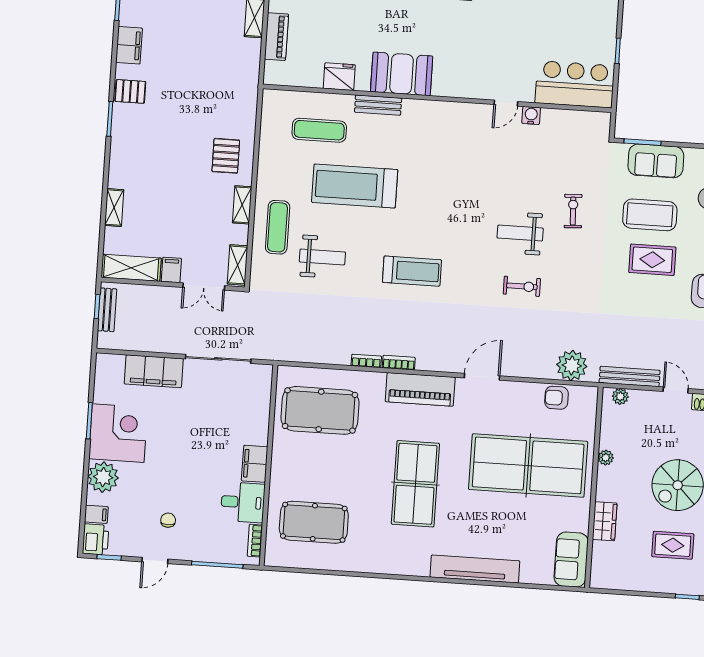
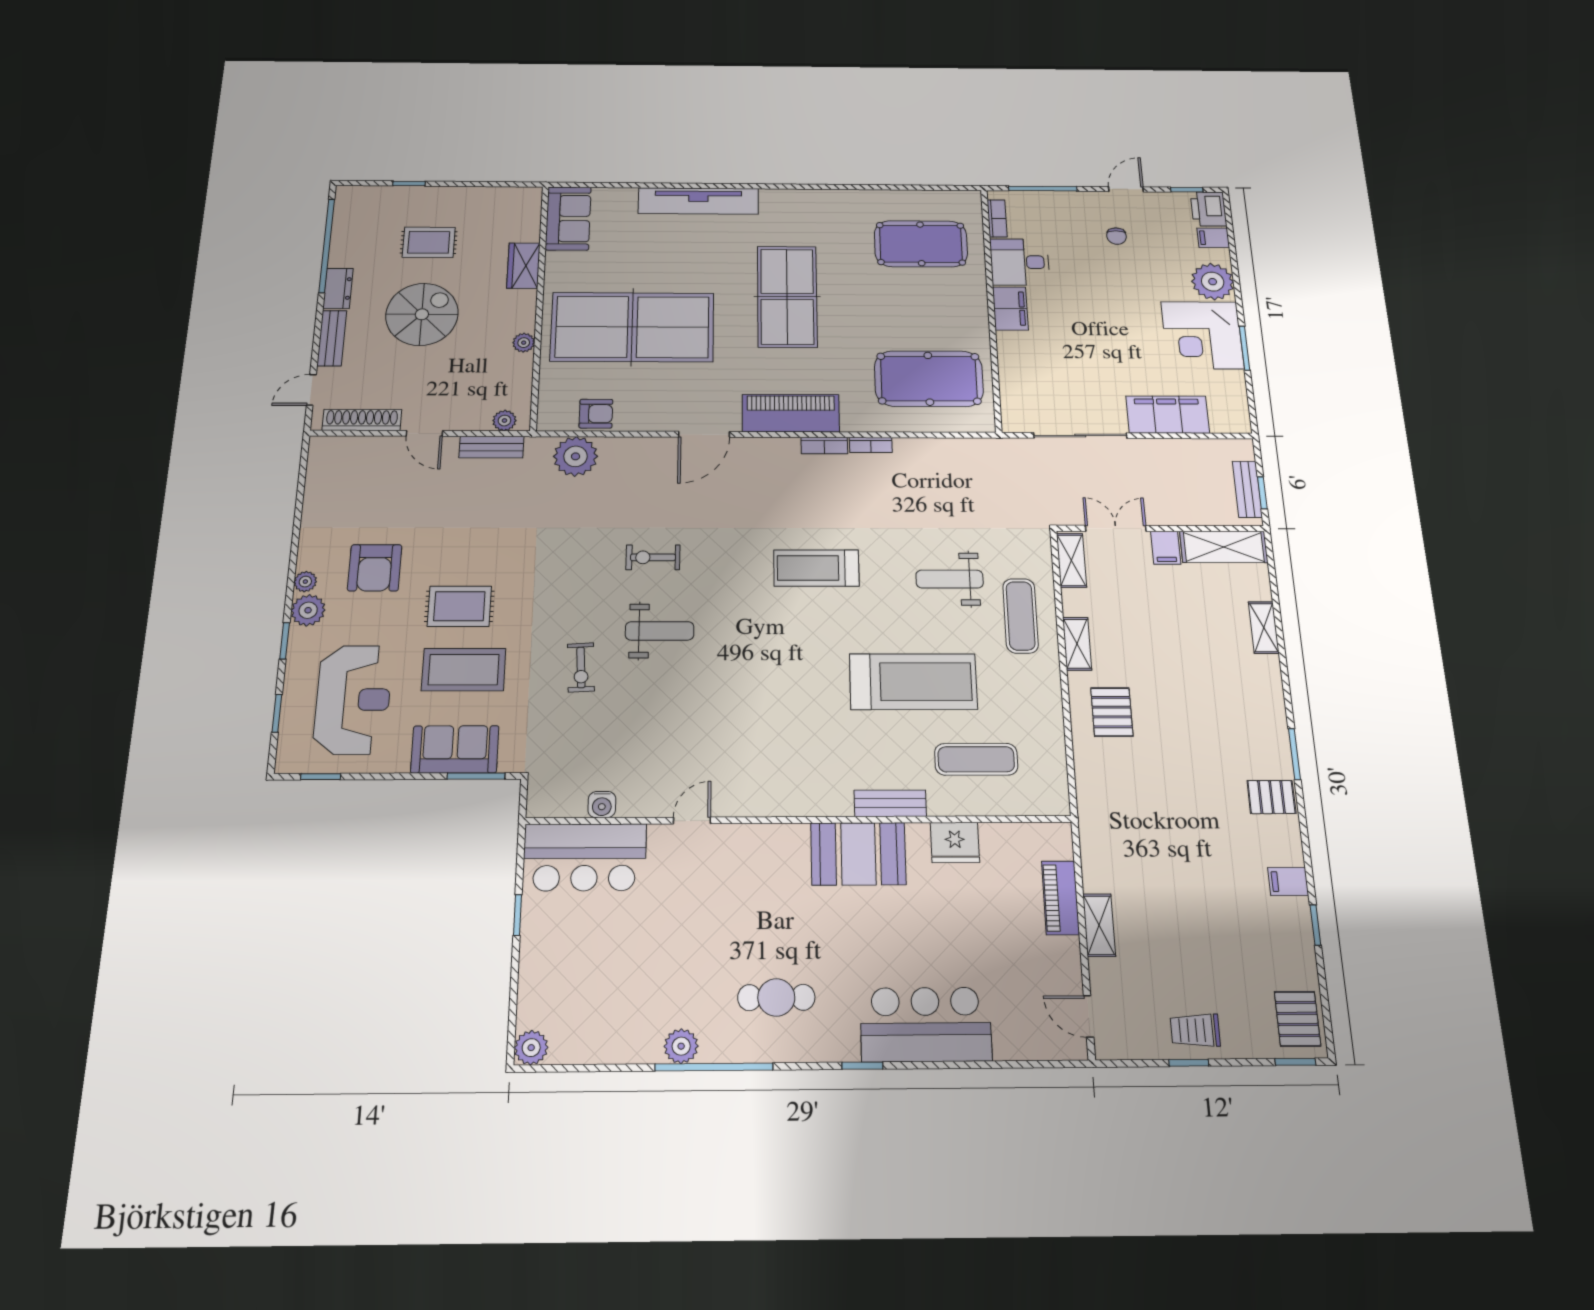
filing cabinet: (129, 45) -> (1288, 881), width x0.50
water cooler: (531, 115) -> (602, 805), moved
bench: (630, 376) -> (491, 447), width x0.73

